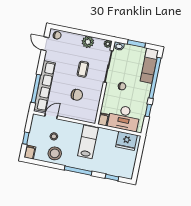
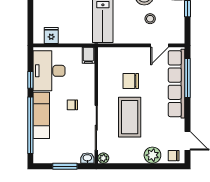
plant: (88, 42) -> (152, 155), moved
exam couch: (149, 66) -> (41, 115), moved
coffee table: (83, 69) -> (130, 117), width x1.86, depth x1.72
desk: (124, 118) -> (49, 71), moved, turned -90
fridge: (127, 141) -> (51, 36), width x0.53, depth x0.75

